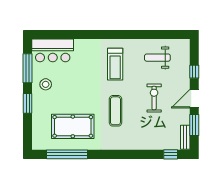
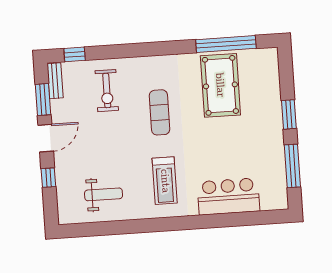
bar counter: (53, 50) -> (228, 196), moved
treadmill: (115, 64) -> (165, 181), turned 180
stool: (46, 84) -> (264, 144), removed
exercise bike: (154, 98) -> (107, 91), moved
pool table: (73, 126) -> (220, 85), turned 90

